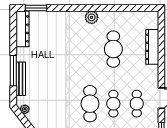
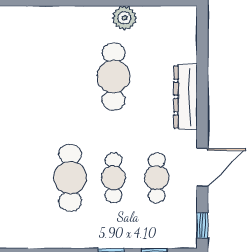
plant: (92, 17) -> (124, 18), moved
dresser: (152, 47) -> (186, 97), moved

